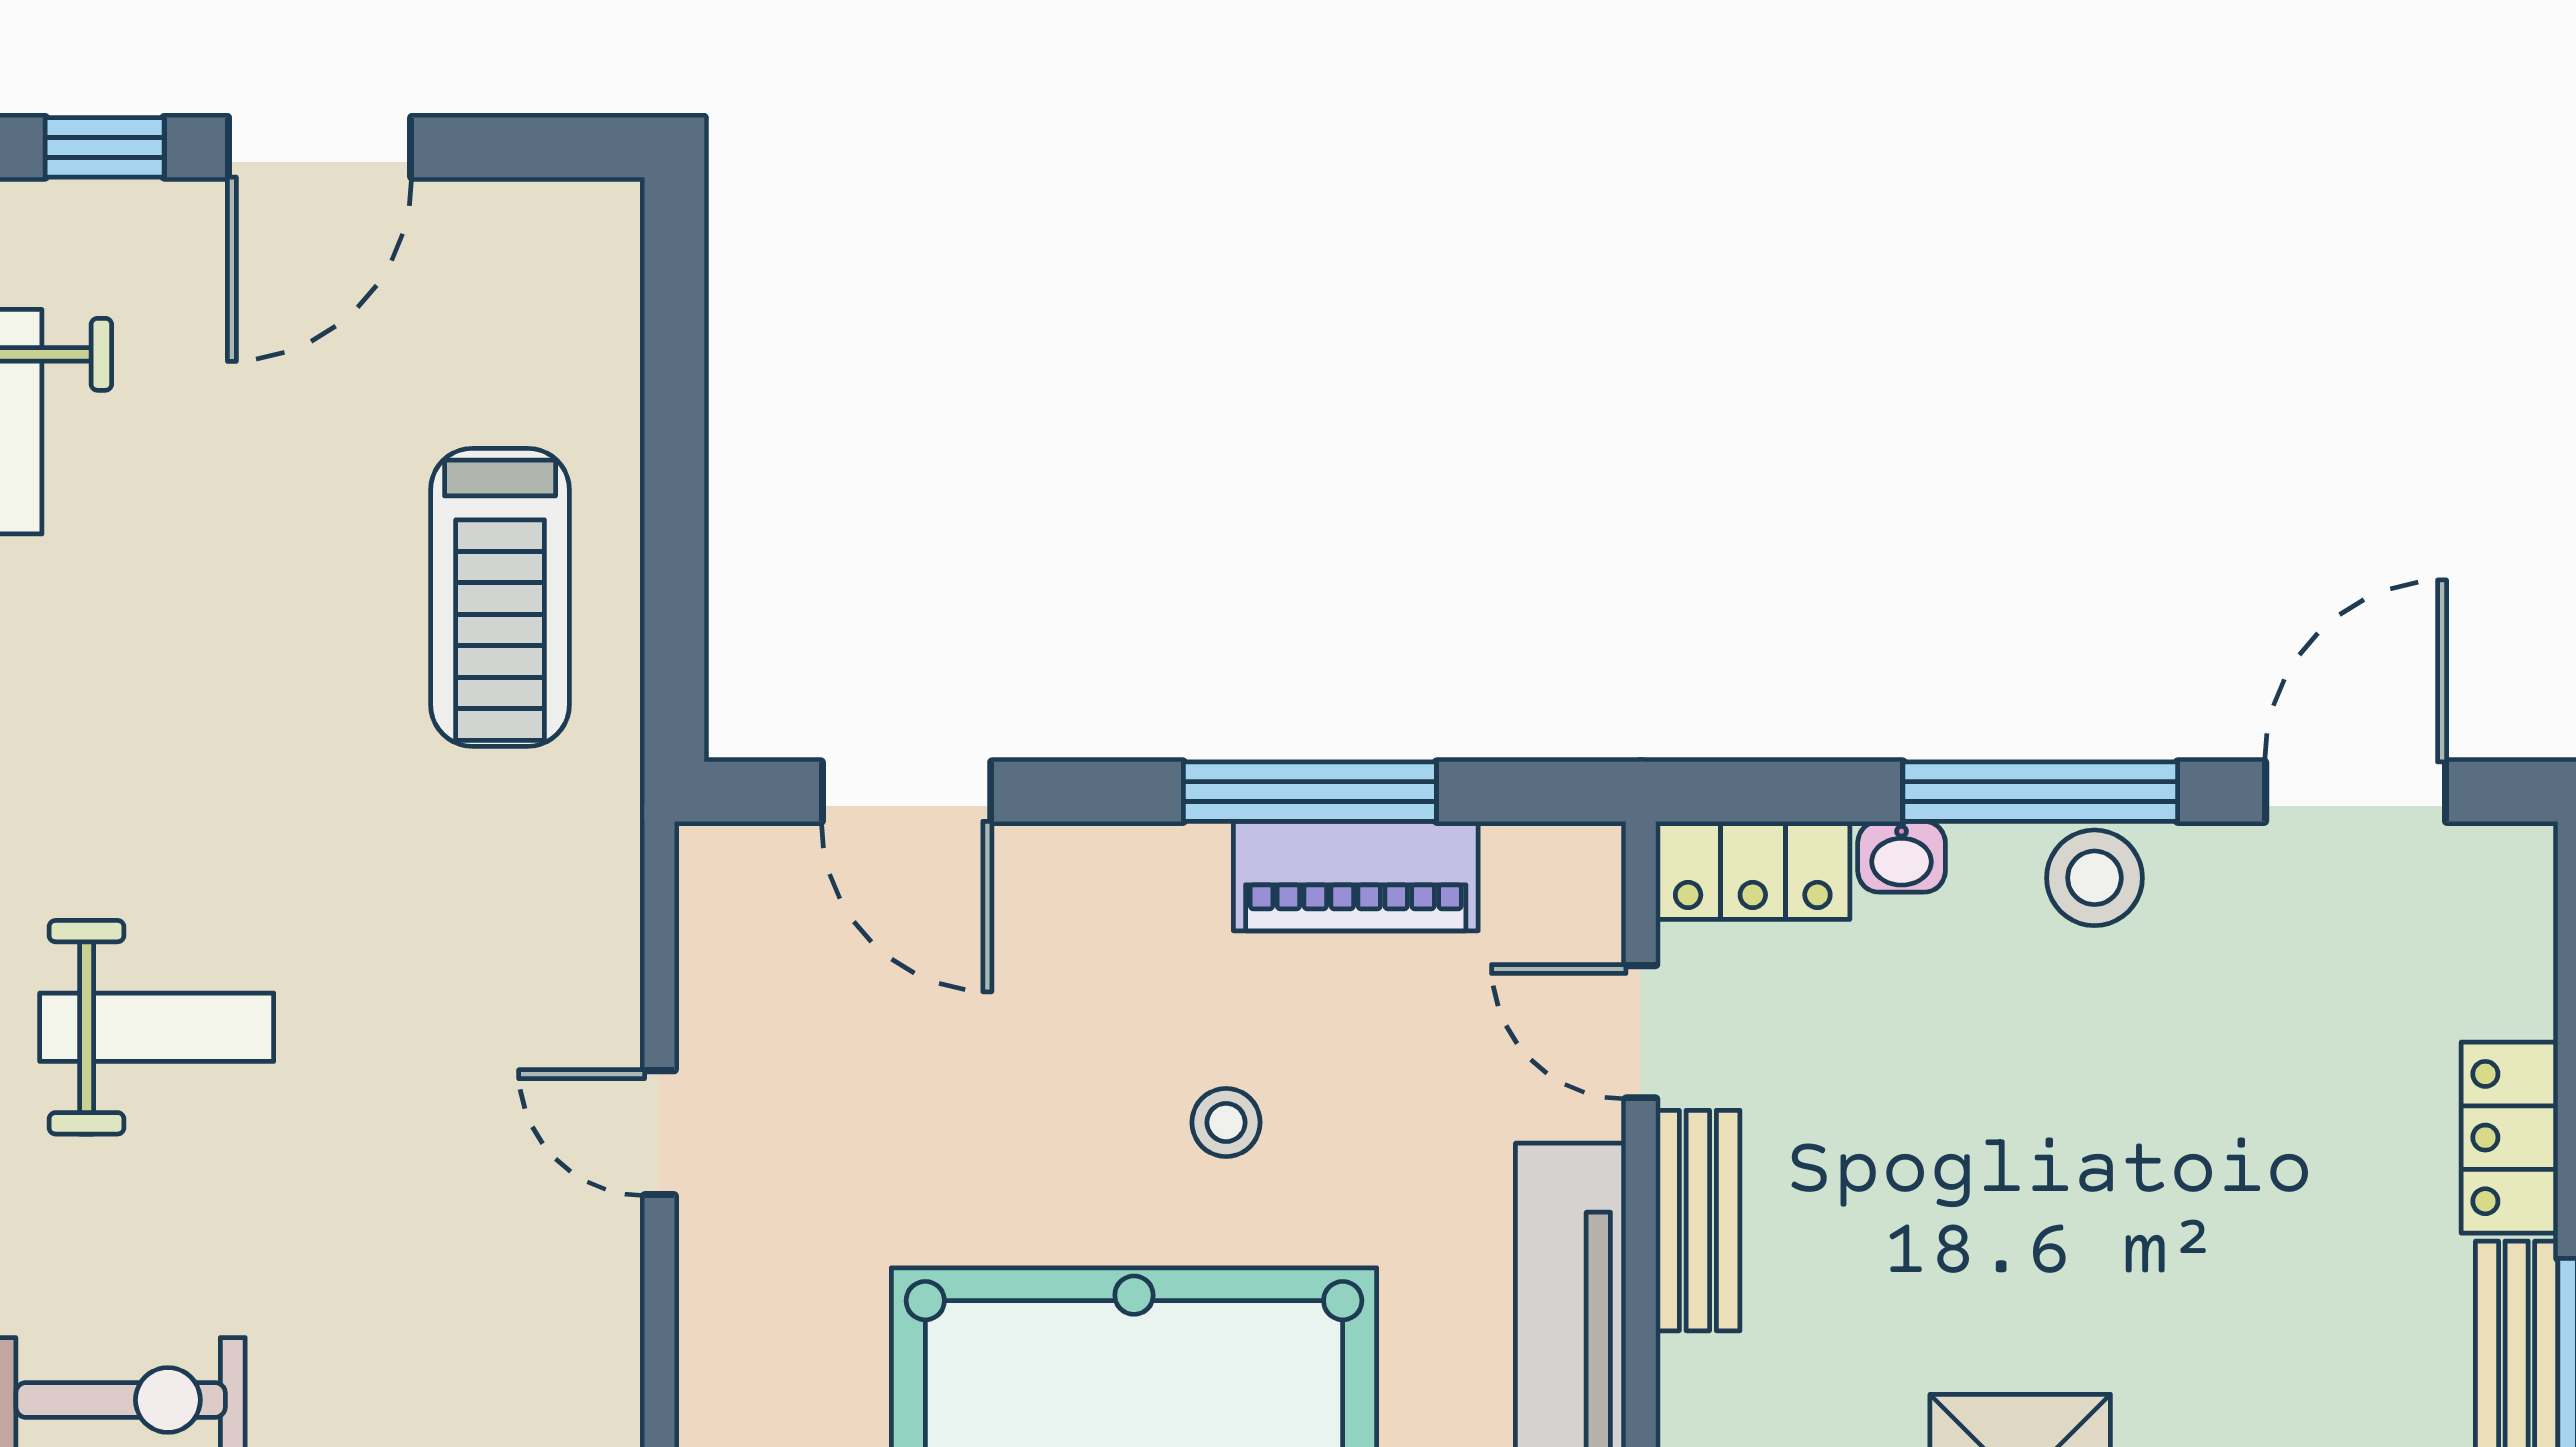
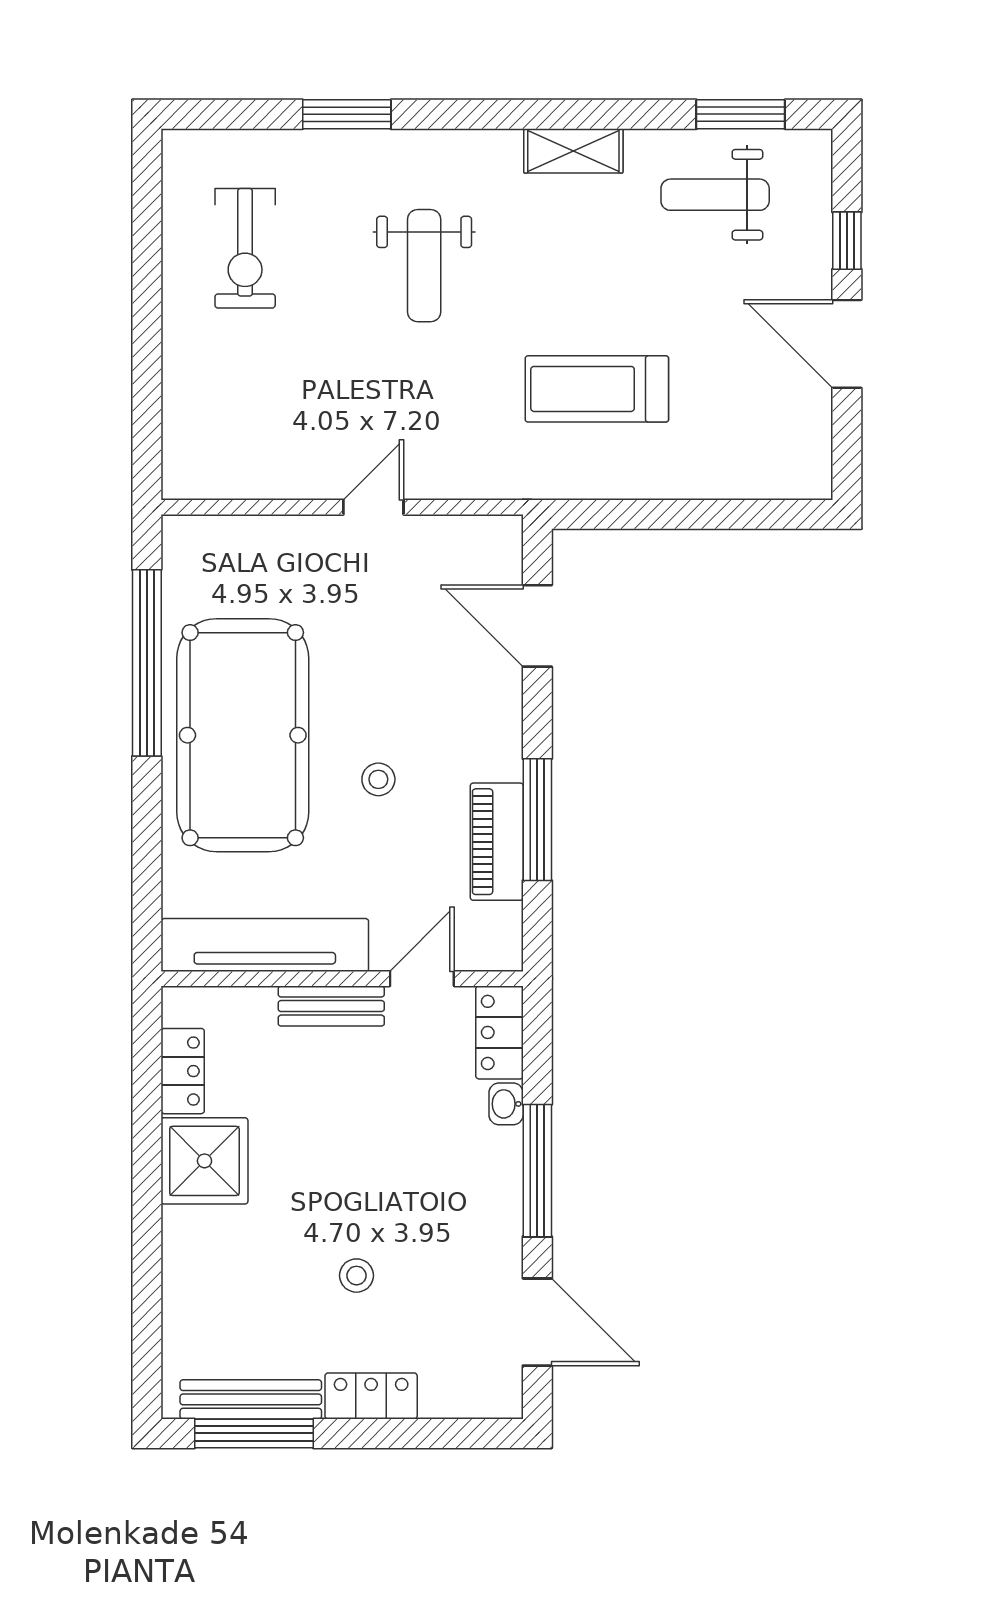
treadmill: (500, 597) -> (597, 389), moved
door: (907, 792) -> (537, 626), hinge flipped
stool: (2094, 878) -> (356, 1276), moved, width x0.73, depth x0.73

